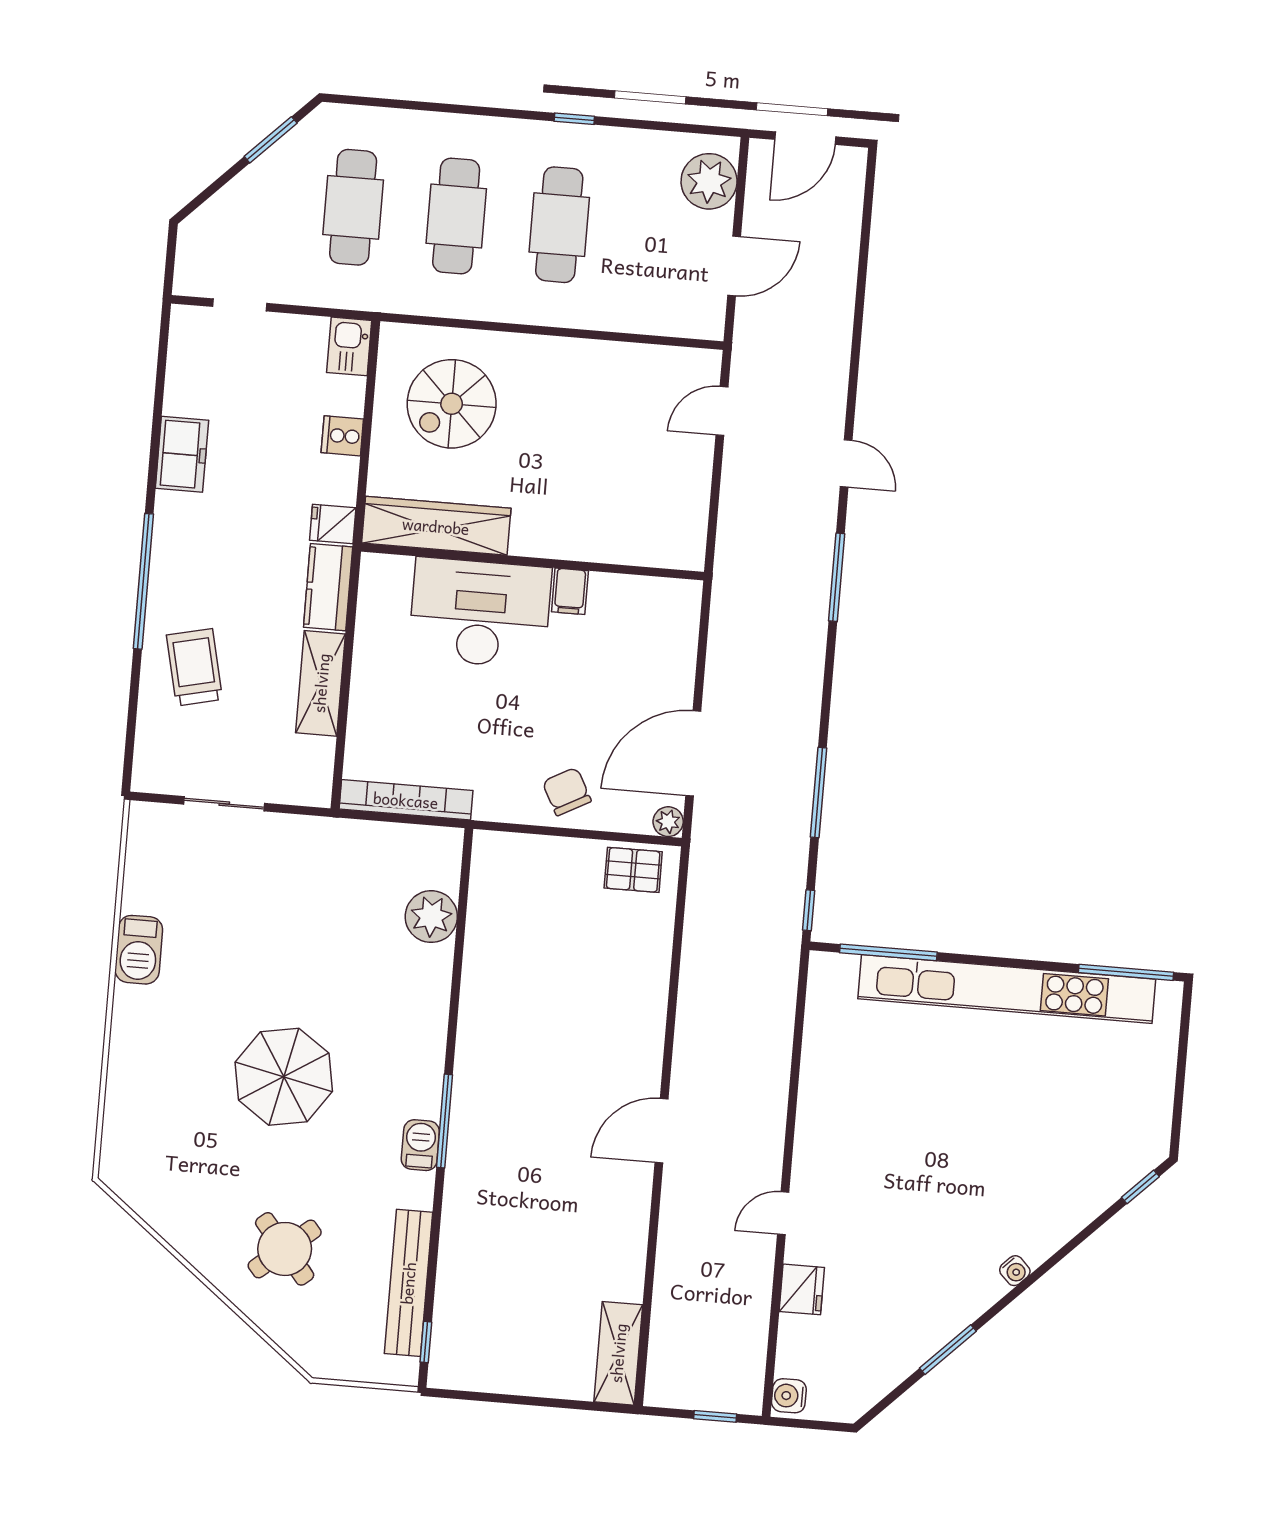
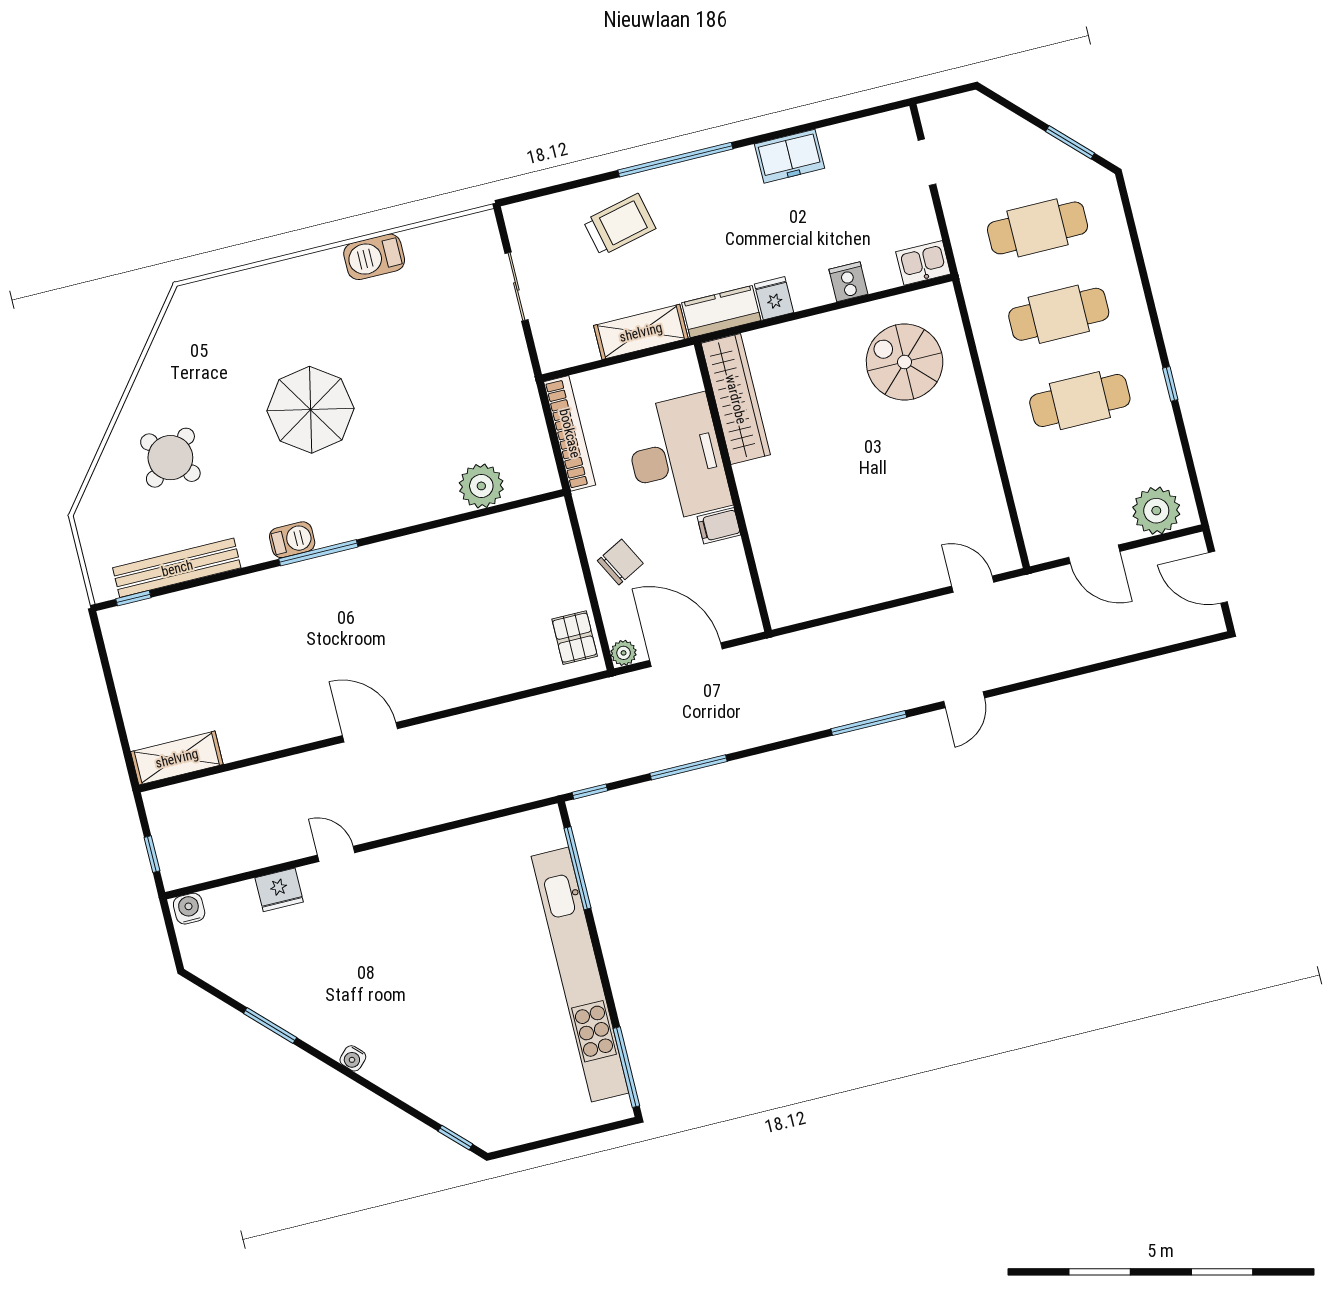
wardrobe: (436, 526) -> (736, 399), moved
wall: (533, 562) -> (733, 487), moved
filing cabinet: (570, 591) -> (719, 526), moved
desk: (480, 613) -> (677, 458), moved

